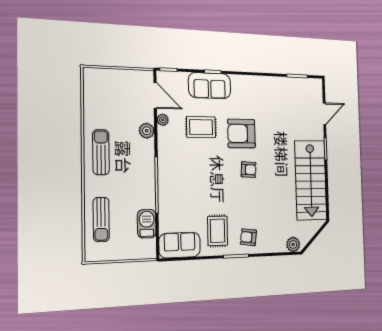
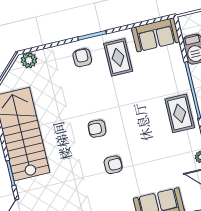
rug: (201, 127) -> (180, 113), moved, turned 90
armchair: (241, 133) -> (113, 165), width x0.53, depth x0.53
armchair: (248, 237) -> (82, 58), turned -98

